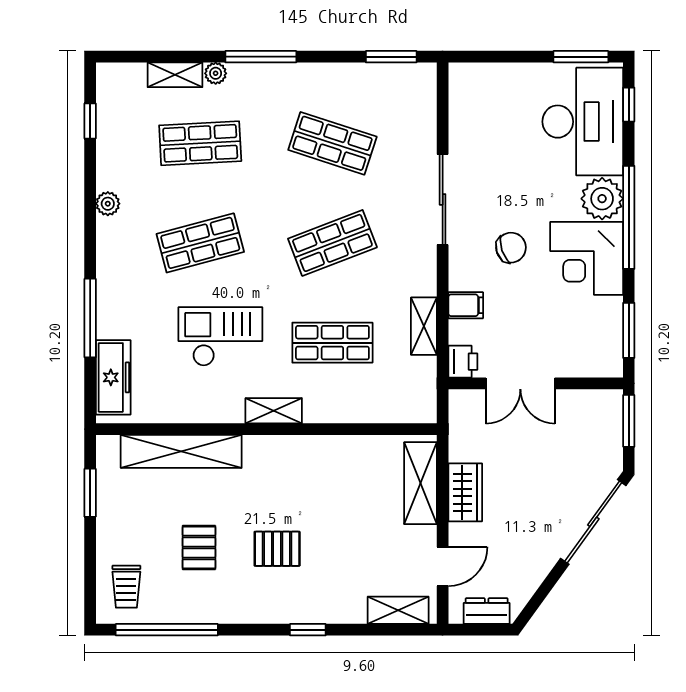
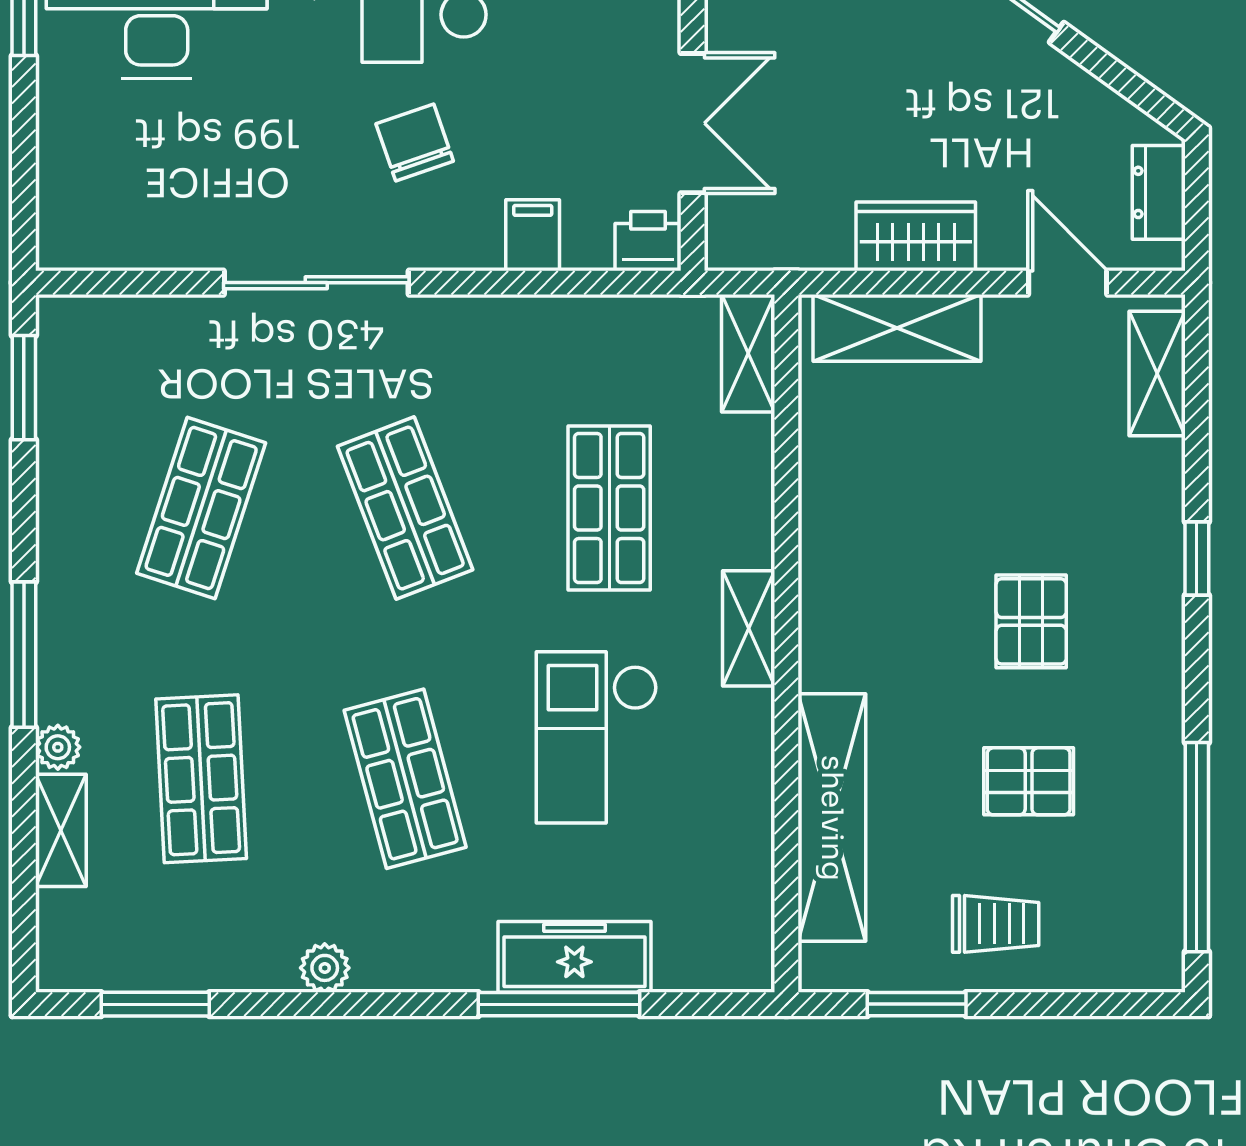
window: (90, 121) -> (155, 1004), width x1.50
shelving: (424, 326) -> (748, 353), moved, turned 90
freezer: (113, 377) -> (574, 957), moved
trolley: (126, 587) -> (996, 924), moved

